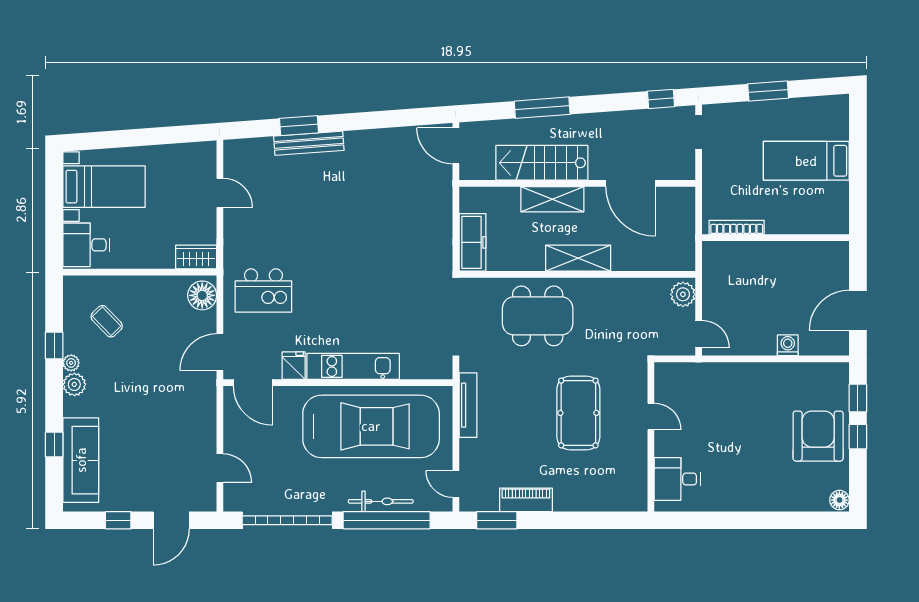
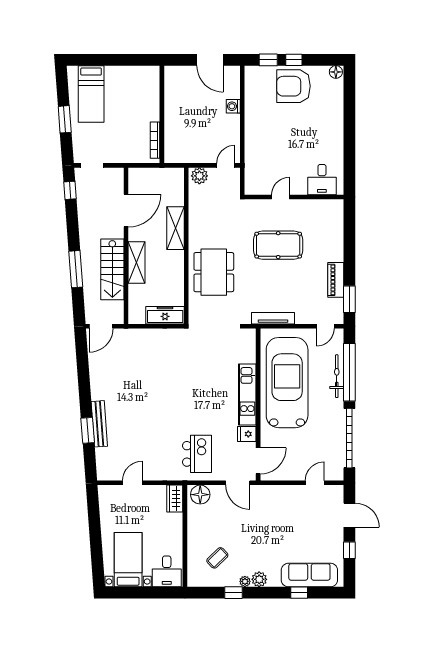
bed: (806, 161) -> (91, 94), moved
shelving: (578, 258) -> (176, 228), moved

